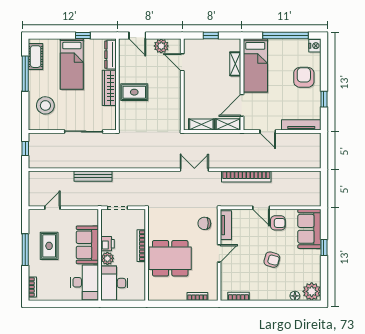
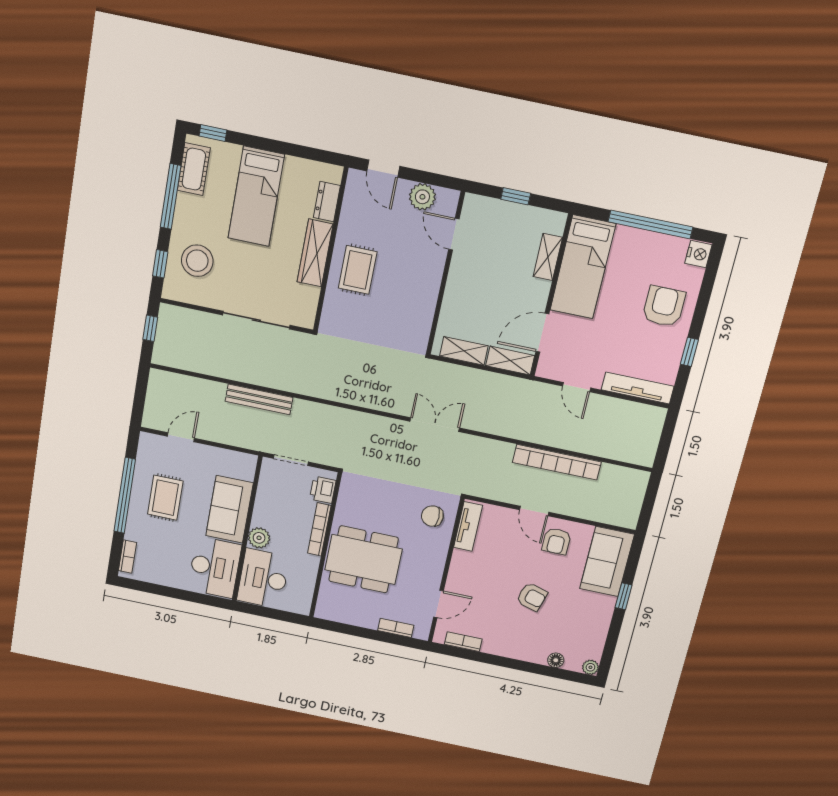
window: (83, 36) -> (213, 133), moved
dresser: (110, 55) -> (327, 202), width x0.70
rug: (134, 92) -> (358, 270), turned 90
window: (25, 111) -> (160, 264), added
bookcase: (246, 176) -> (557, 462), moved
armchair: (278, 223) -> (556, 541), turned 90
printer: (107, 244) -> (323, 490), moved, turned 180
window: (25, 250) -> (125, 495), width x1.46
door: (219, 253) -> (438, 604), moved
plant: (312, 291) -> (590, 667), width x0.53, depth x0.53

